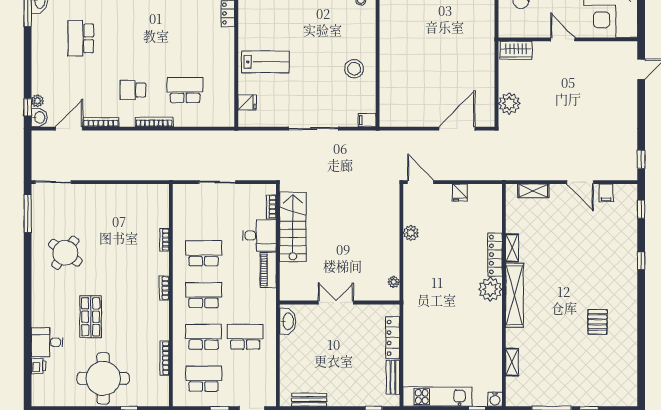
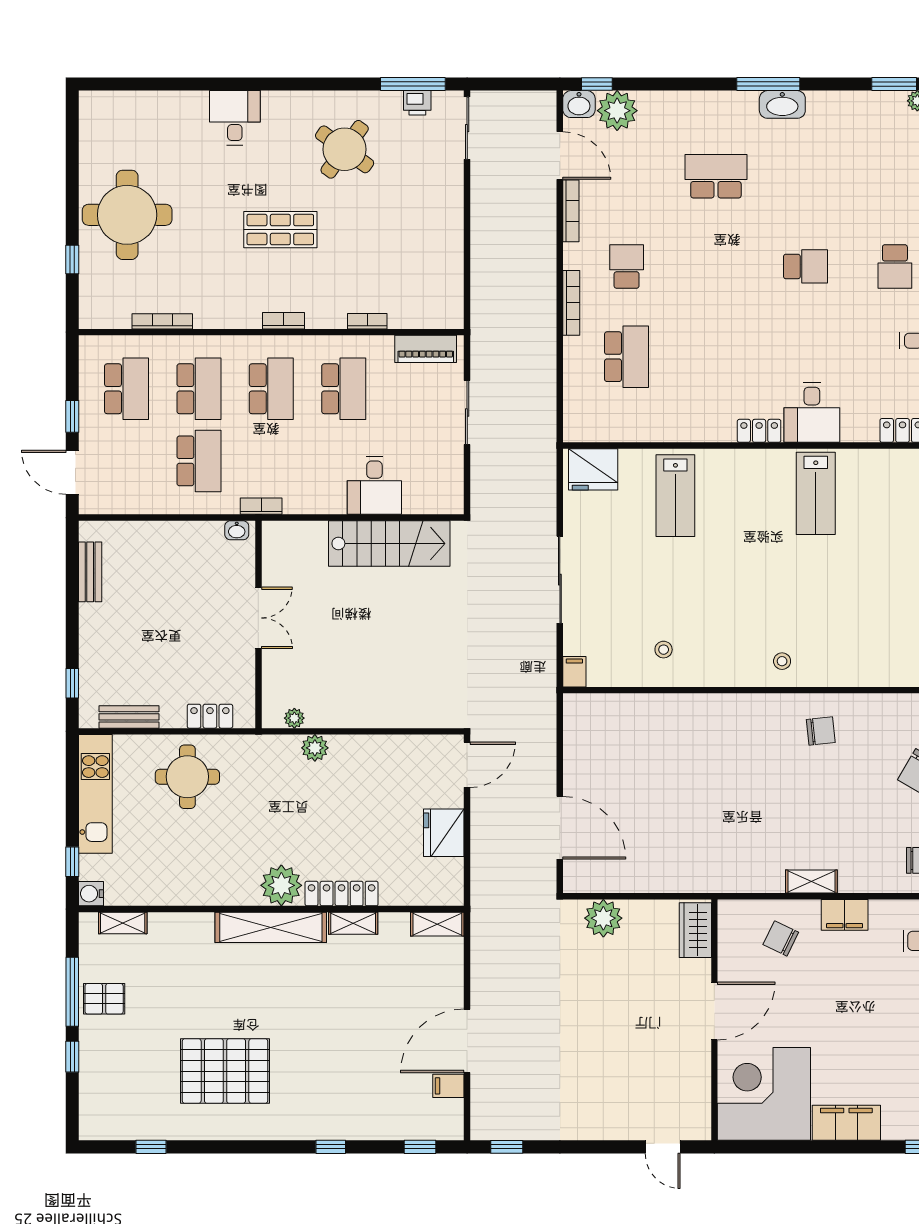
door: (563, 39) -> (714, 1011), width x1.36
stool: (354, 69) -> (664, 650), width x0.53, depth x0.53
plant: (38, 101) -> (617, 111), width x1.88, depth x1.88
fridge: (247, 103) -> (593, 469), width x1.88, depth x1.34
door: (580, 182) -> (467, 1041), width x1.36
shelving: (533, 191) -> (437, 924), moved, turned 90
fridge: (460, 193) -> (444, 833), width x1.88, depth x1.34
bookcase: (271, 207) -> (261, 506), moved
plant: (411, 233) -> (315, 748), moved
piano: (268, 270) -> (426, 349), moved, turned 180
shop shelf: (91, 317) -> (280, 230), moved
washbasin: (288, 321) -> (237, 530), width x0.52, depth x0.69
pallet: (597, 322) -> (225, 1071), width x2.05, depth x2.00
locker: (393, 338) -> (210, 716), width x0.66
desk: (47, 342) -> (235, 118), moved
round table: (428, 344) -> (187, 777), added
shelving: (512, 362) -> (123, 923), moved
window: (641, 365) -> (151, 1147), added
printer: (39, 366) -> (417, 103), moved
pallet: (556, 392) -> (104, 999), added

